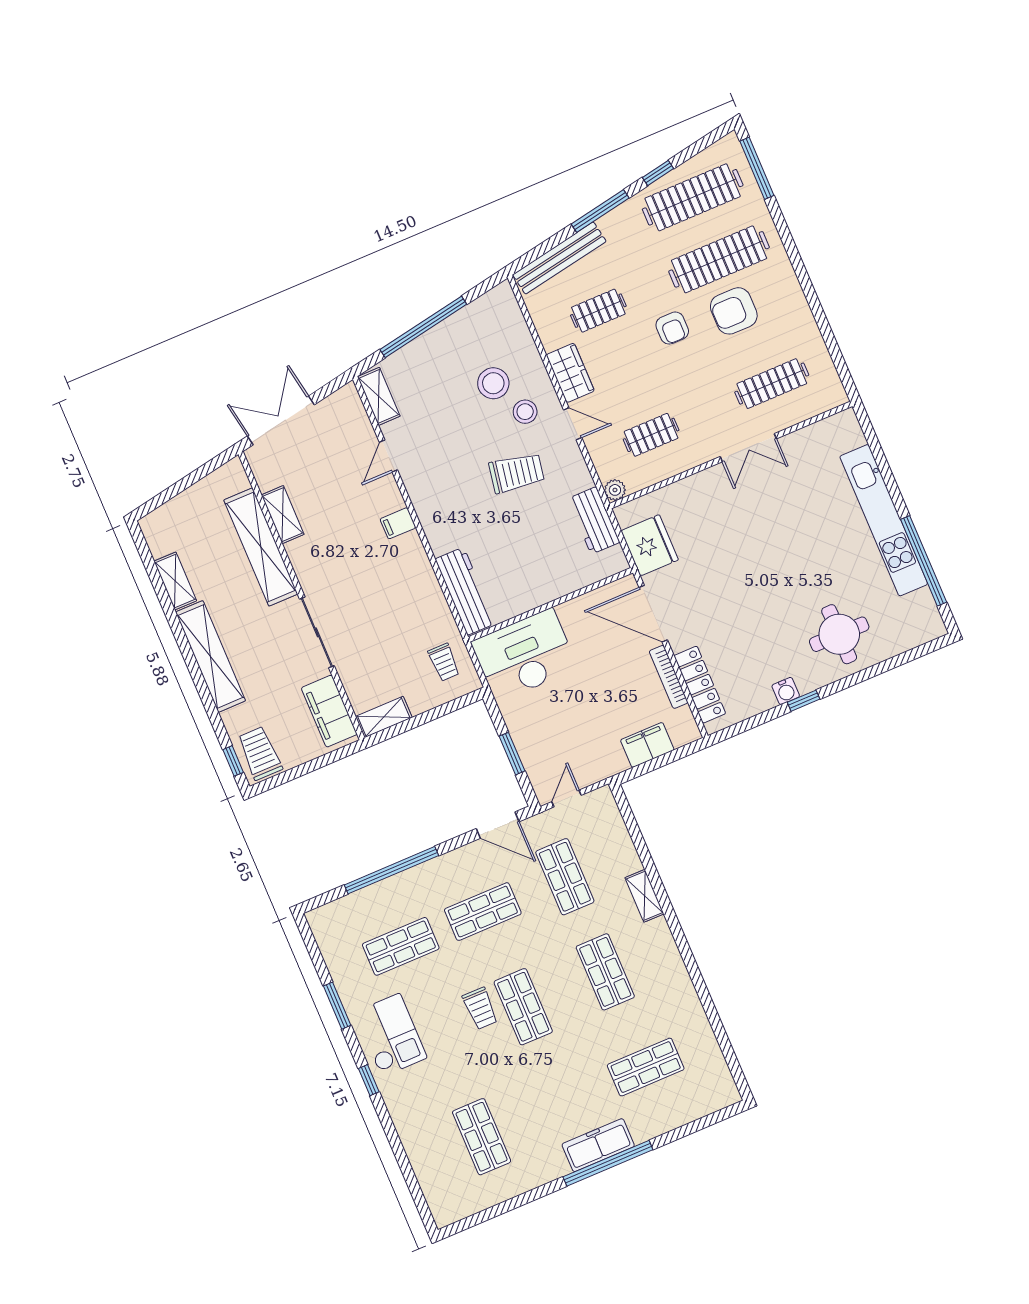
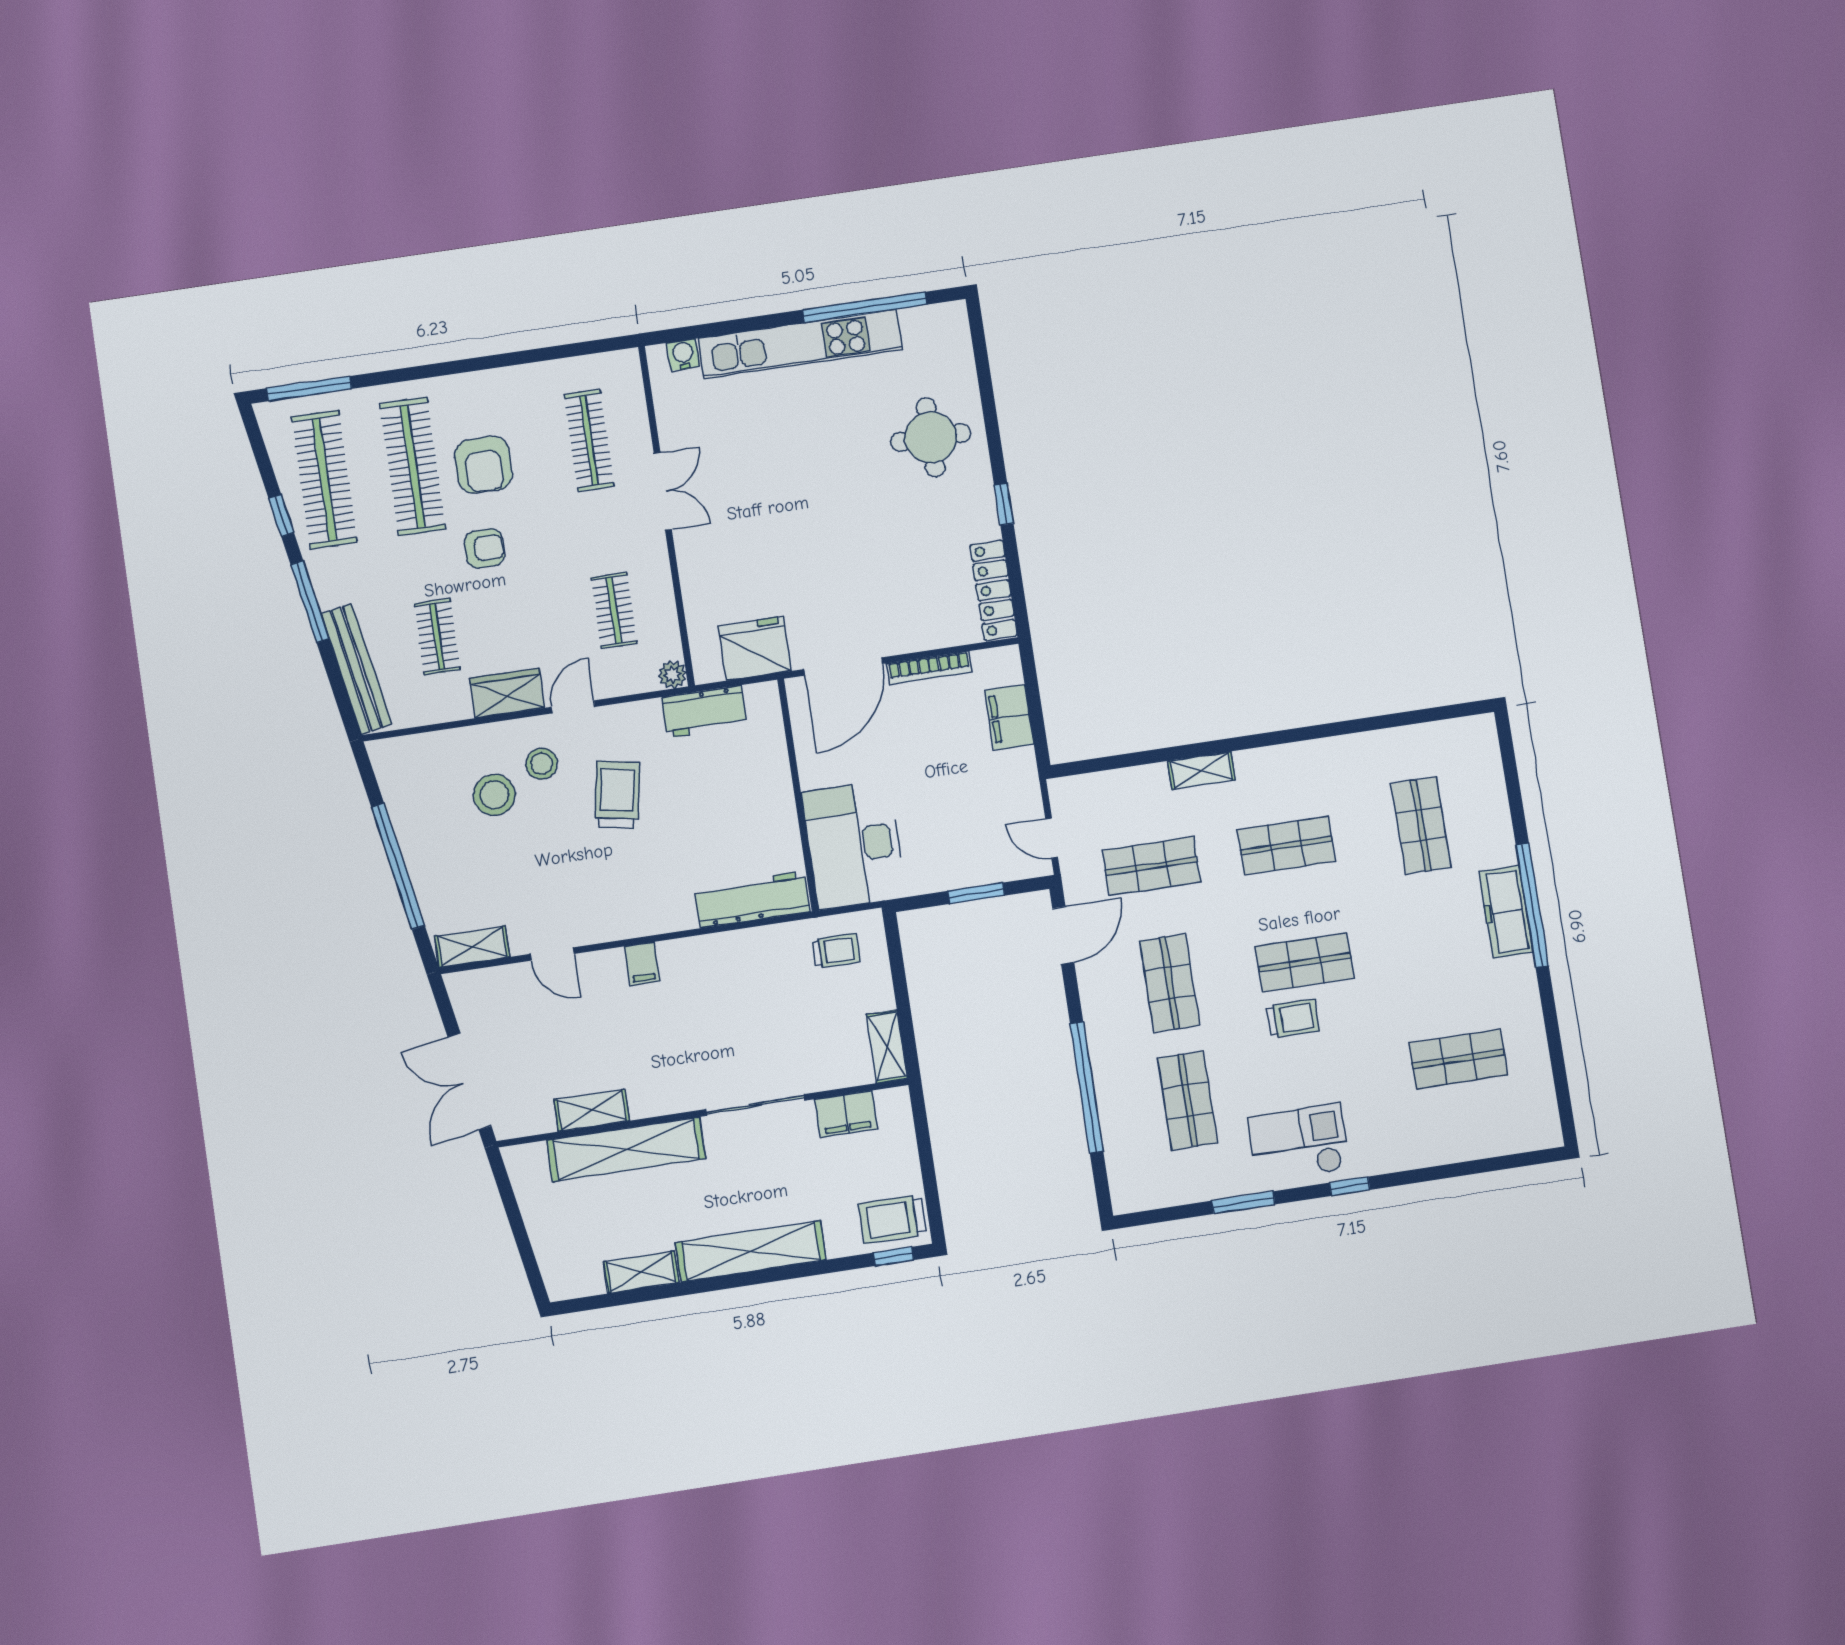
locker: (700, 685) -> (993, 590), moved, turned -90
water cooler: (786, 691) -> (683, 355), moved, turned -90
filing cabinet: (329, 711) -> (846, 1114), width x0.67, depth x0.86

